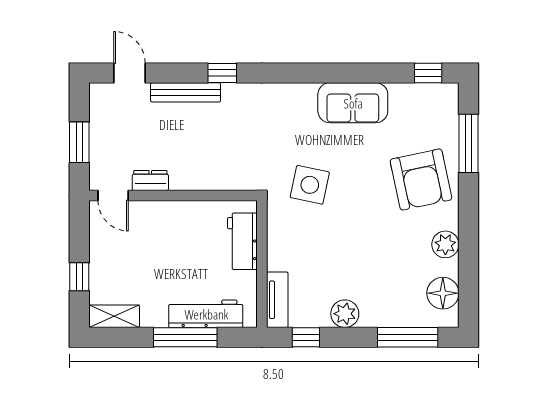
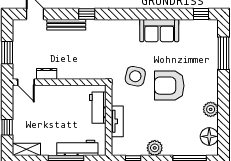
armchair: (421, 180) -> (169, 86), moved, turned 102
tv unit: (277, 300) -> (117, 121), moved

